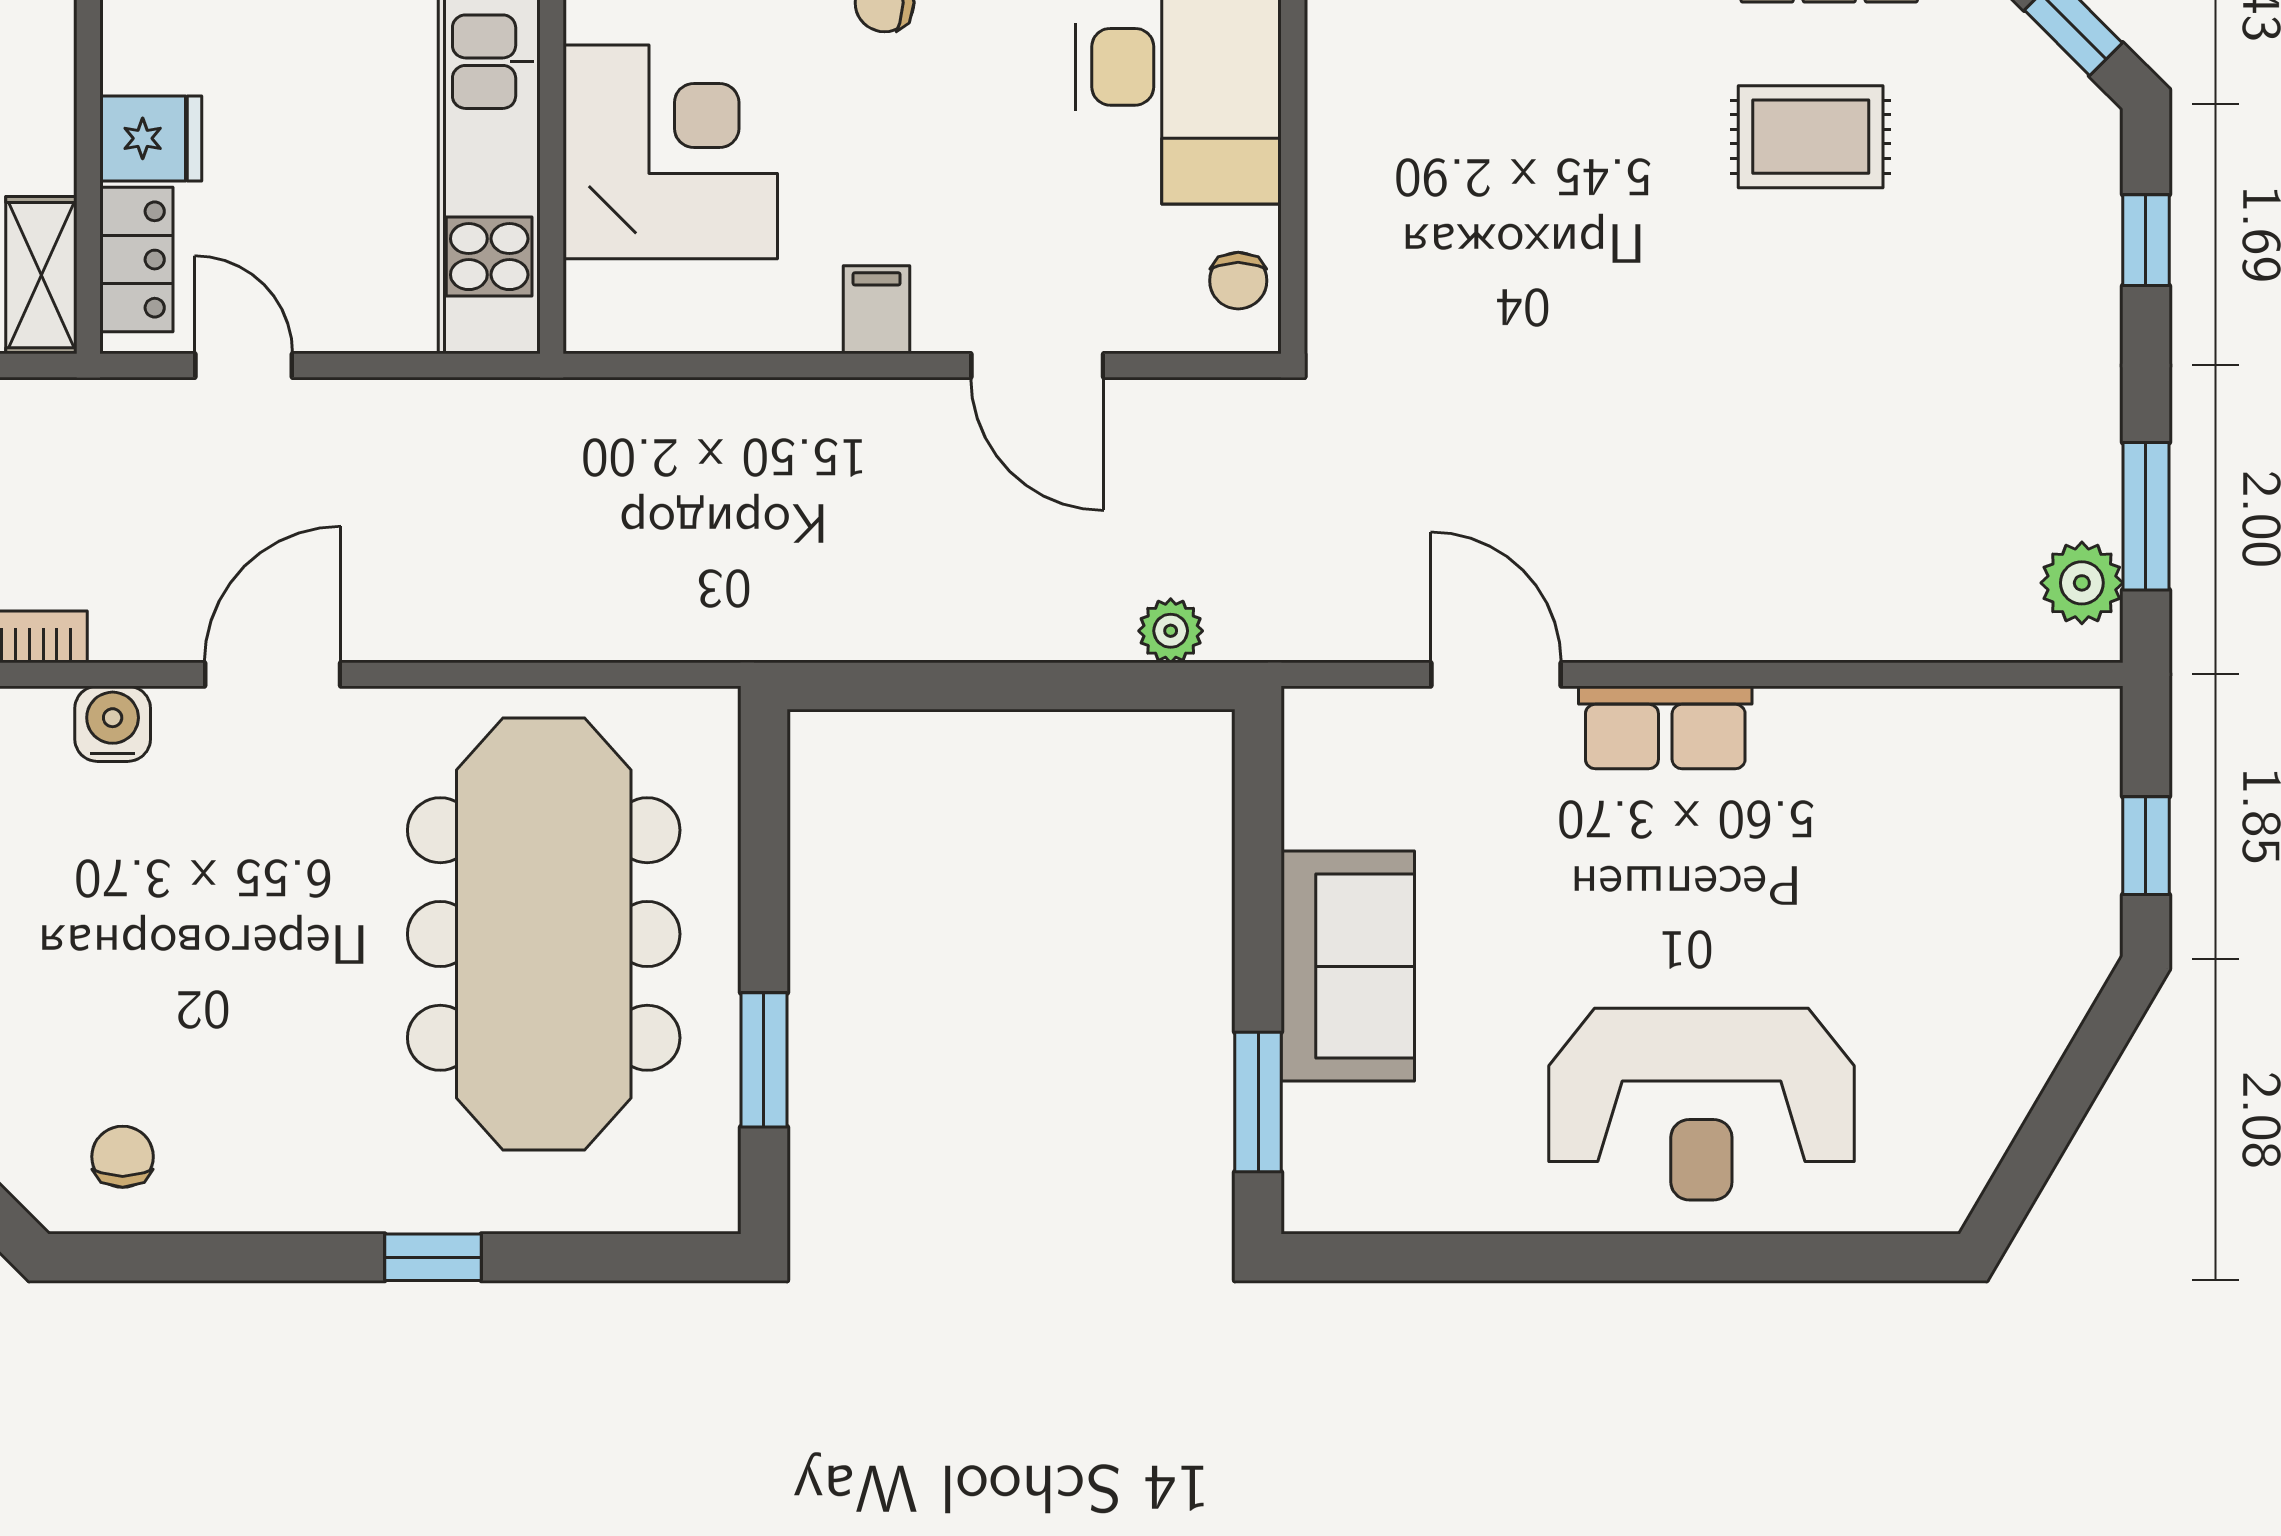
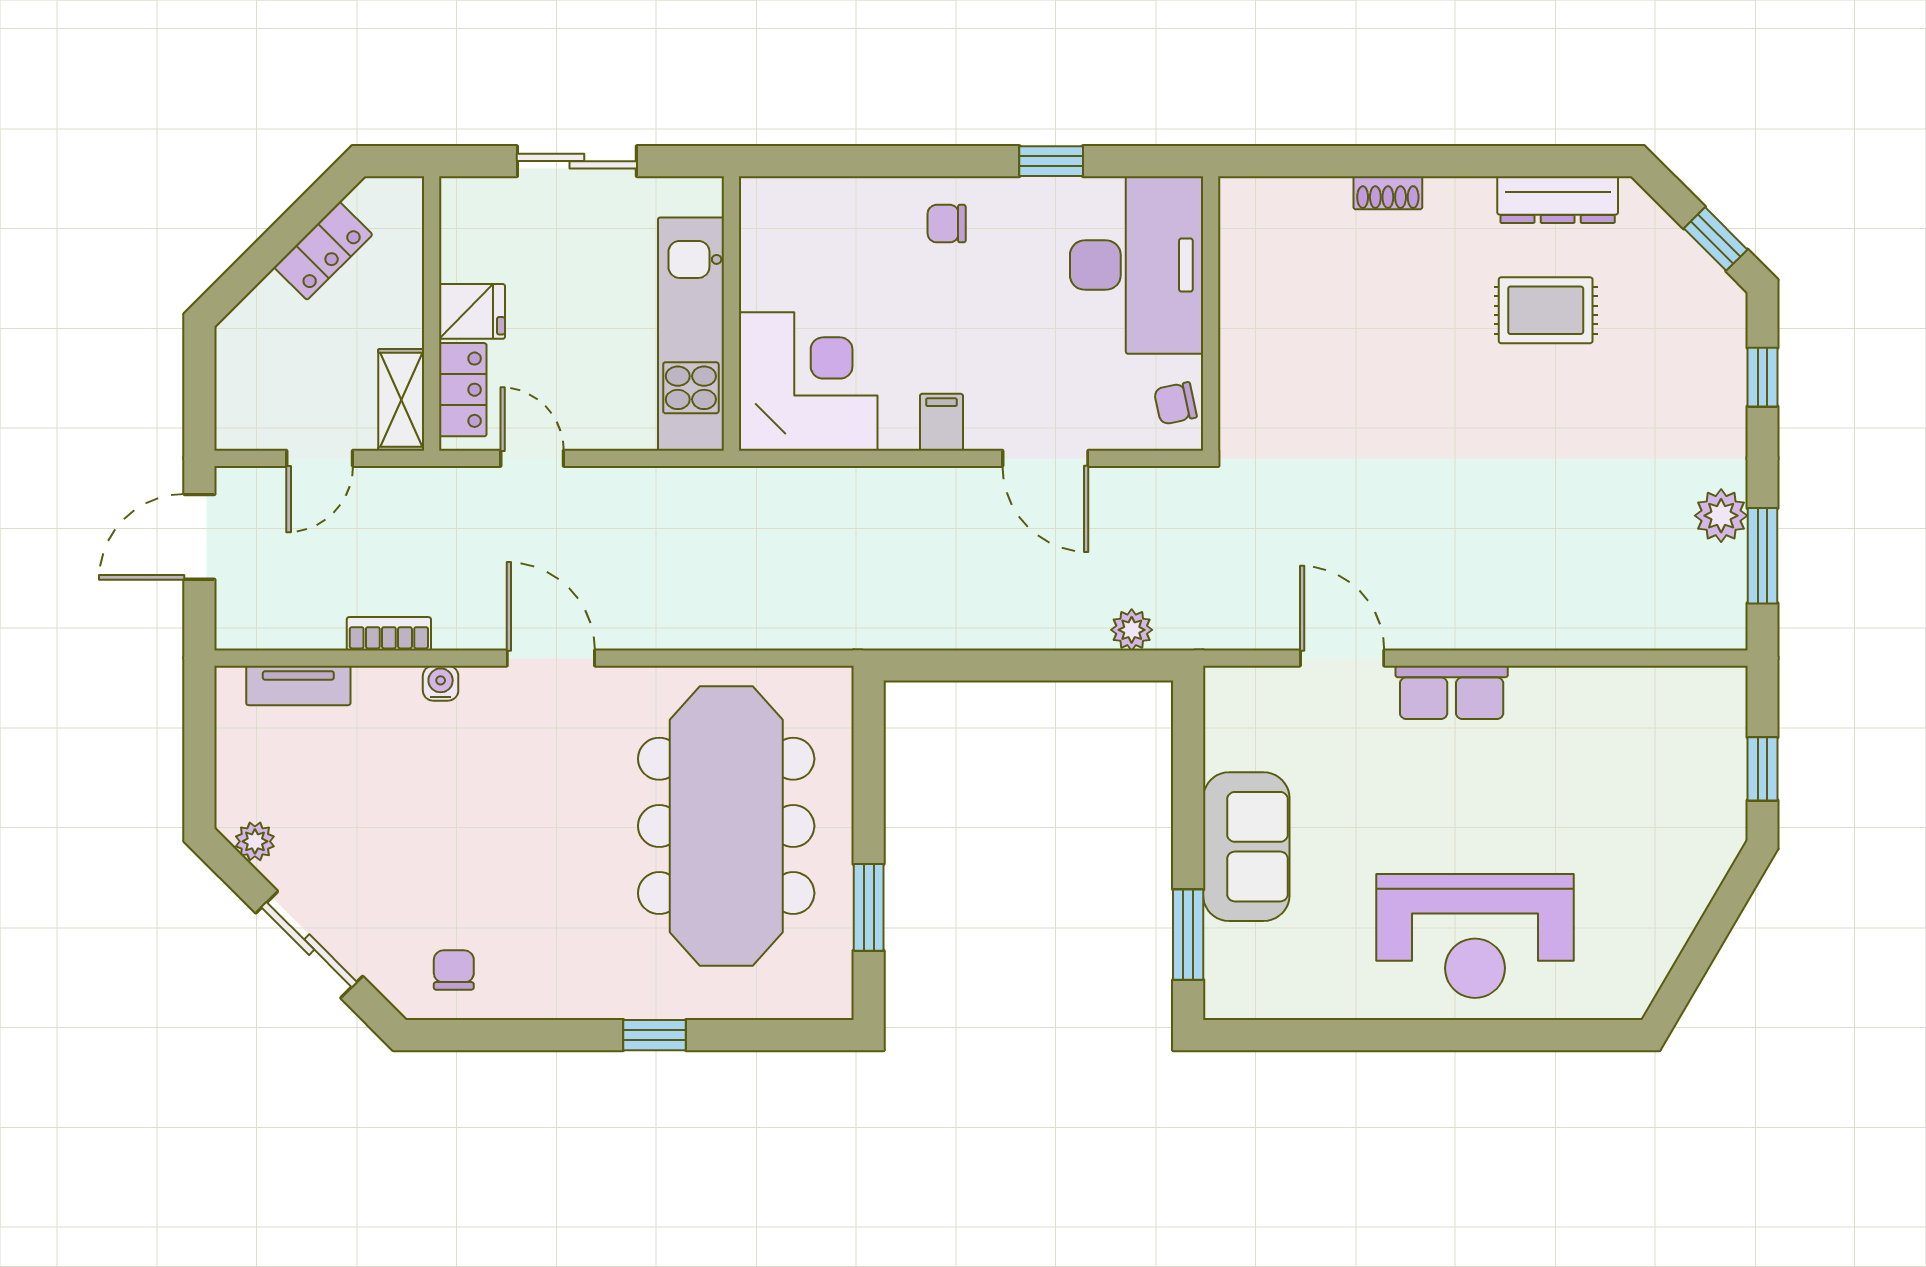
corner desk: (670, 152) -> (808, 382), moved
chair: (1238, 281) -> (1175, 403), turned 78
plant: (2082, 583) -> (1721, 516), moved
door: (273, 674) -> (551, 658), hinge flipped
water cooler: (113, 724) -> (441, 683), width x0.72, depth x0.72

